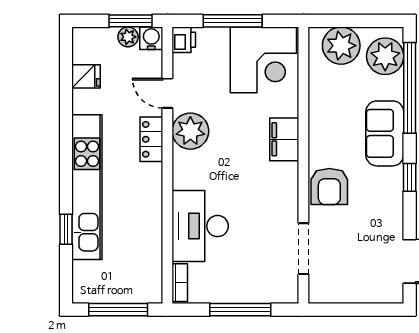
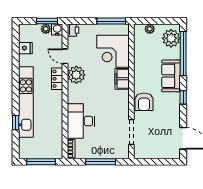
window: (233, 21) -> (111, 21), moved
plant: (341, 46) -> (150, 29), width x0.53, depth x0.53
corner desk: (263, 60) -> (113, 51), moved, turned 90

